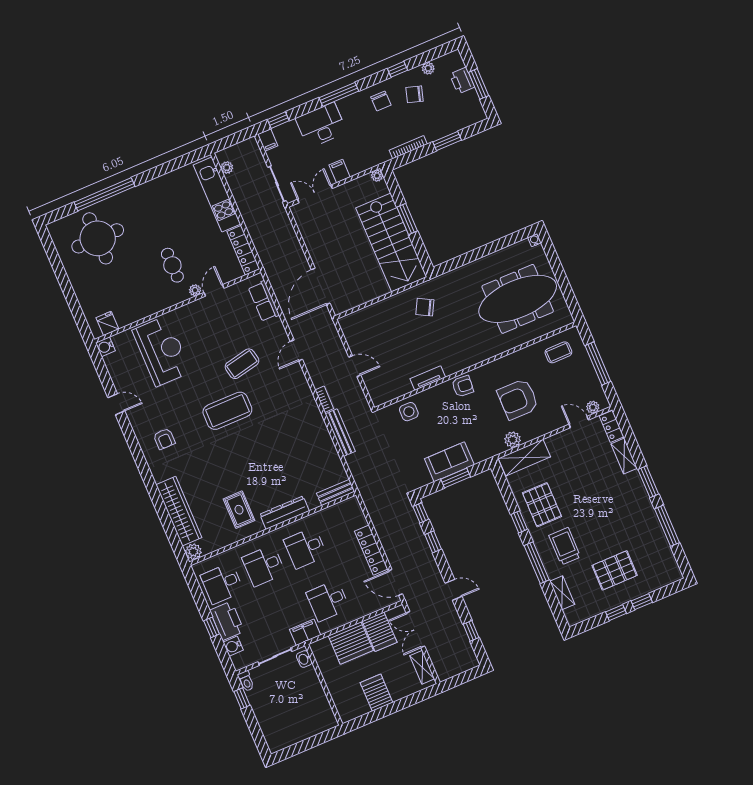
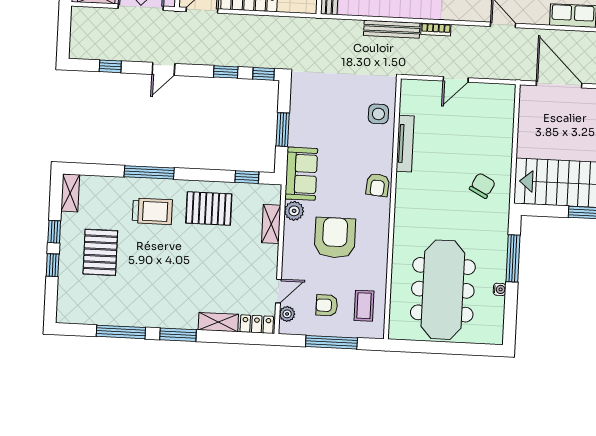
water cooler: (534, 240) -> (500, 289), moved
window: (468, 258) -> (513, 258), added
tv unit: (428, 378) -> (405, 144), width x1.41
armchair: (572, 381) -> (327, 305), added
shelving: (524, 458) -> (271, 224), width x0.67, depth x0.75
sofa: (449, 462) -> (301, 174), moved
window: (519, 522) -> (247, 177), moved
shelving: (562, 593) -> (70, 193), moved, turned 90

